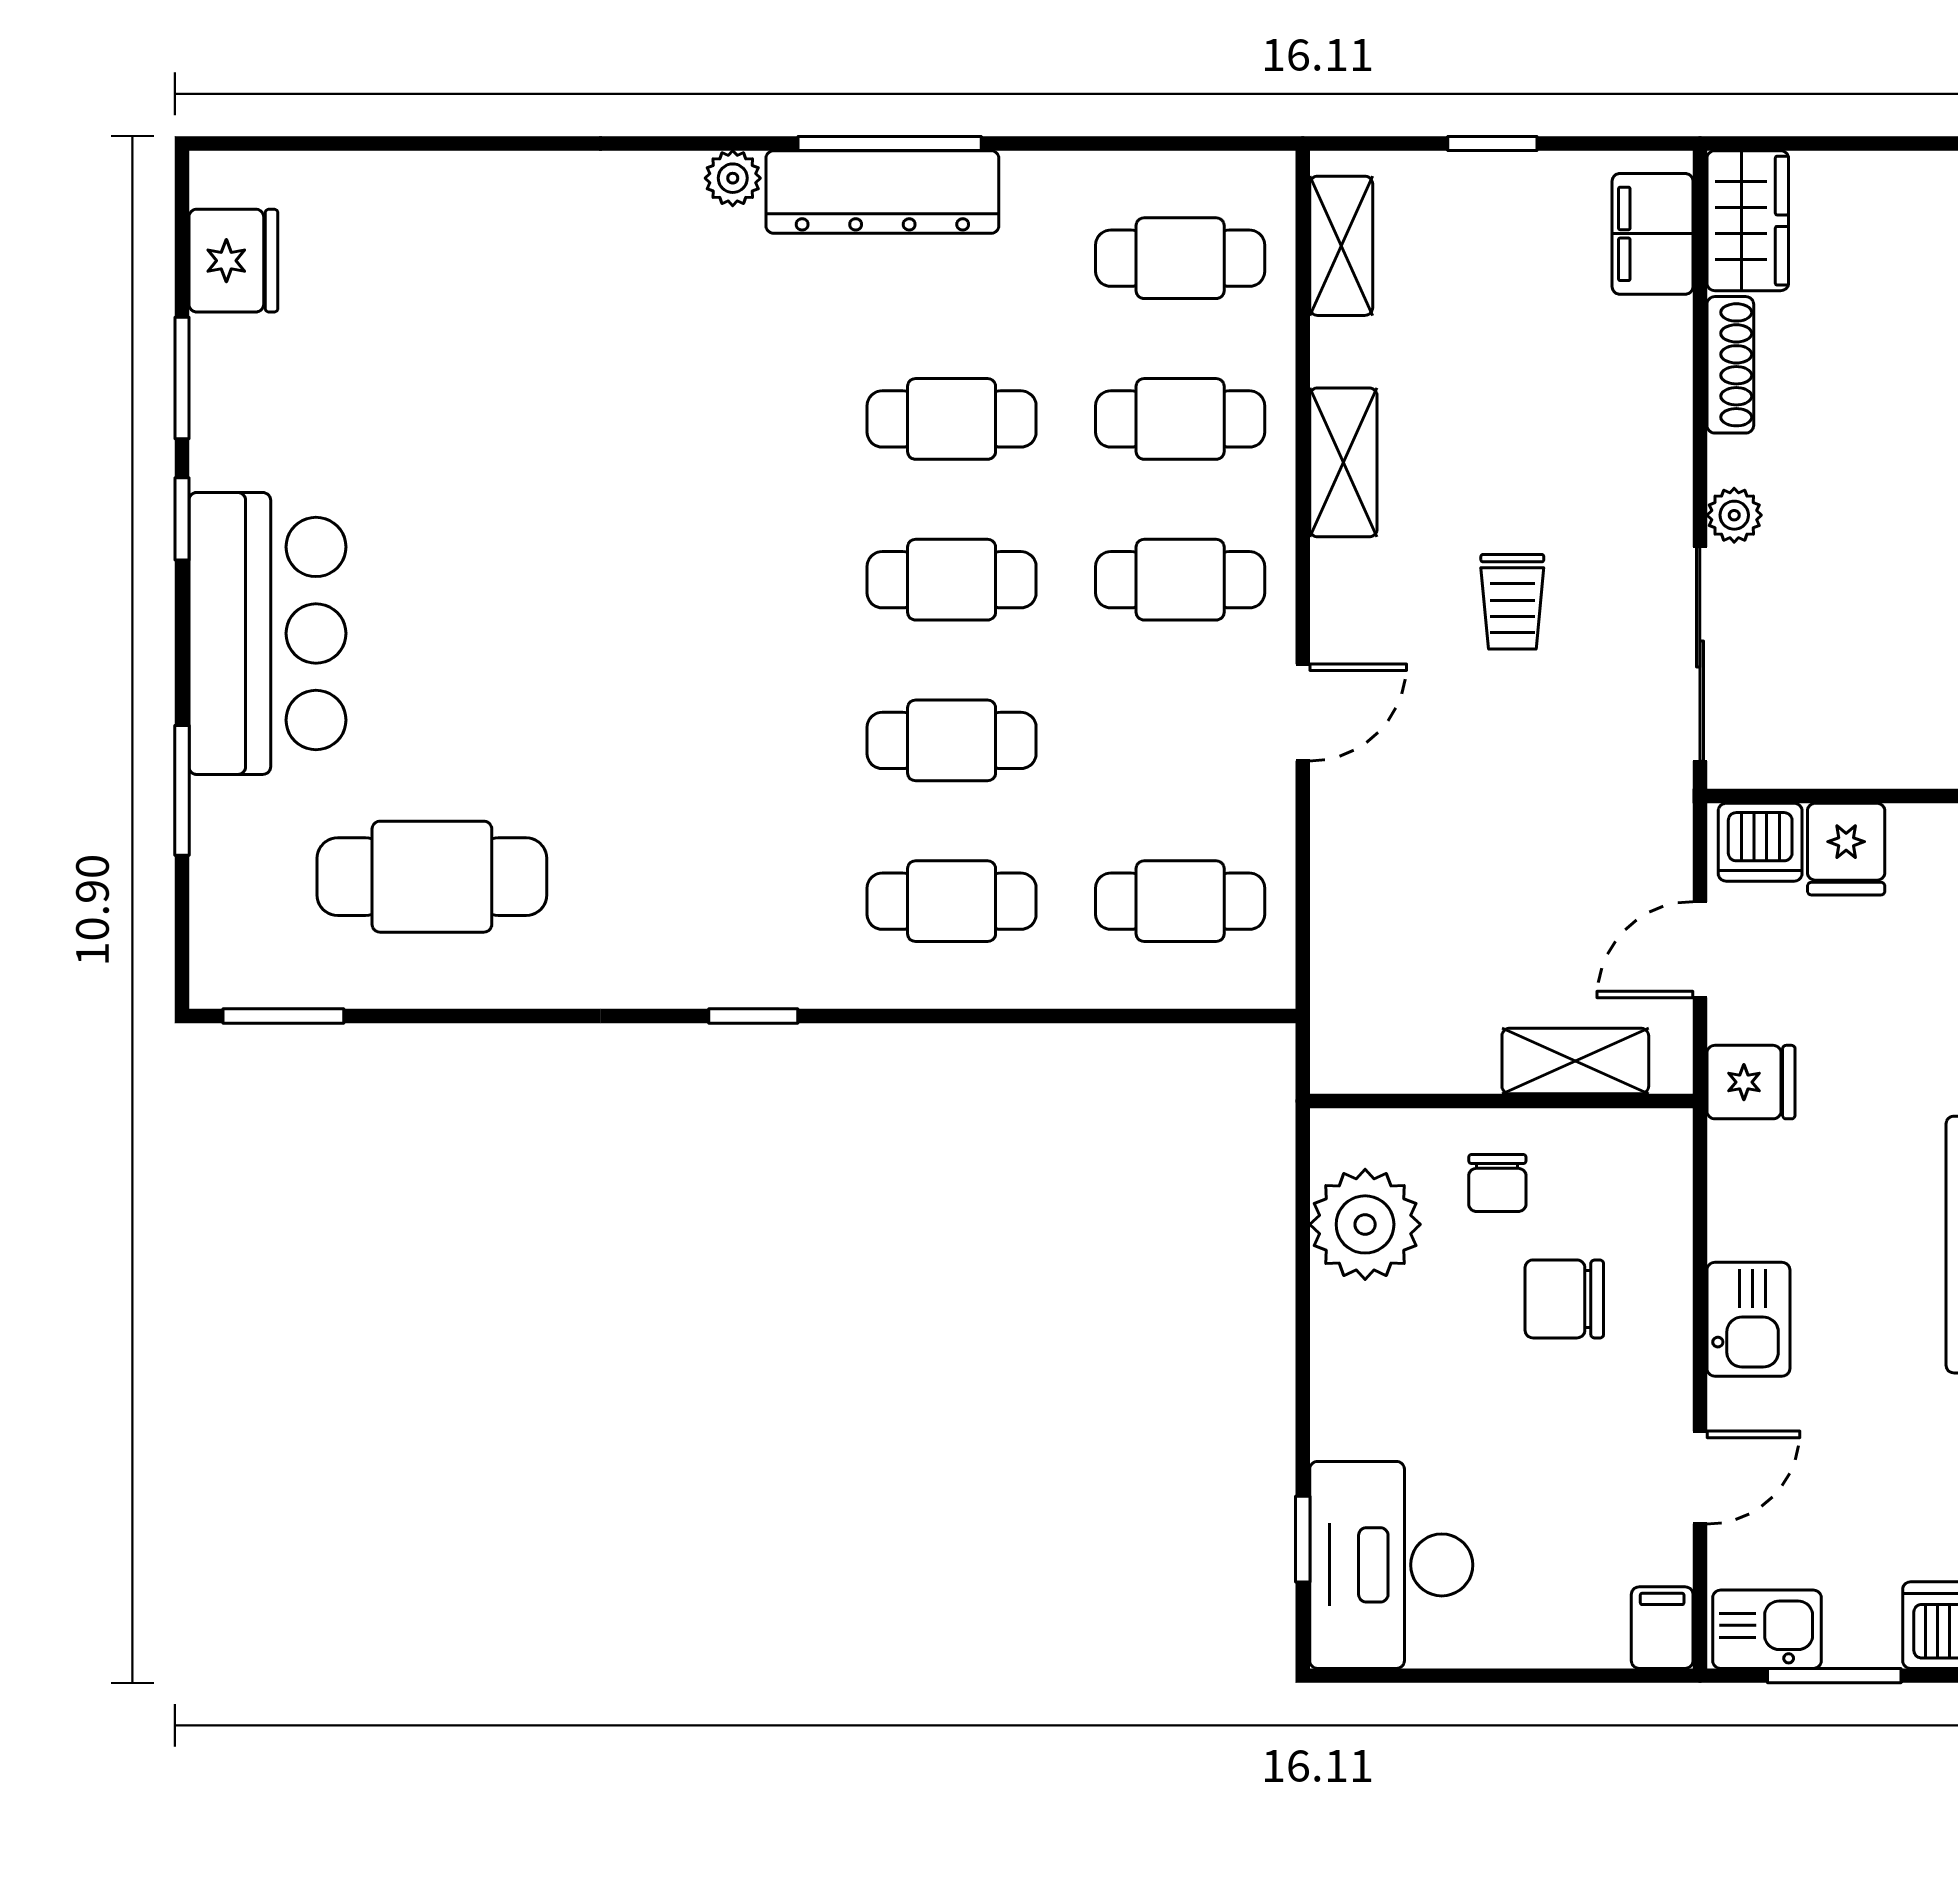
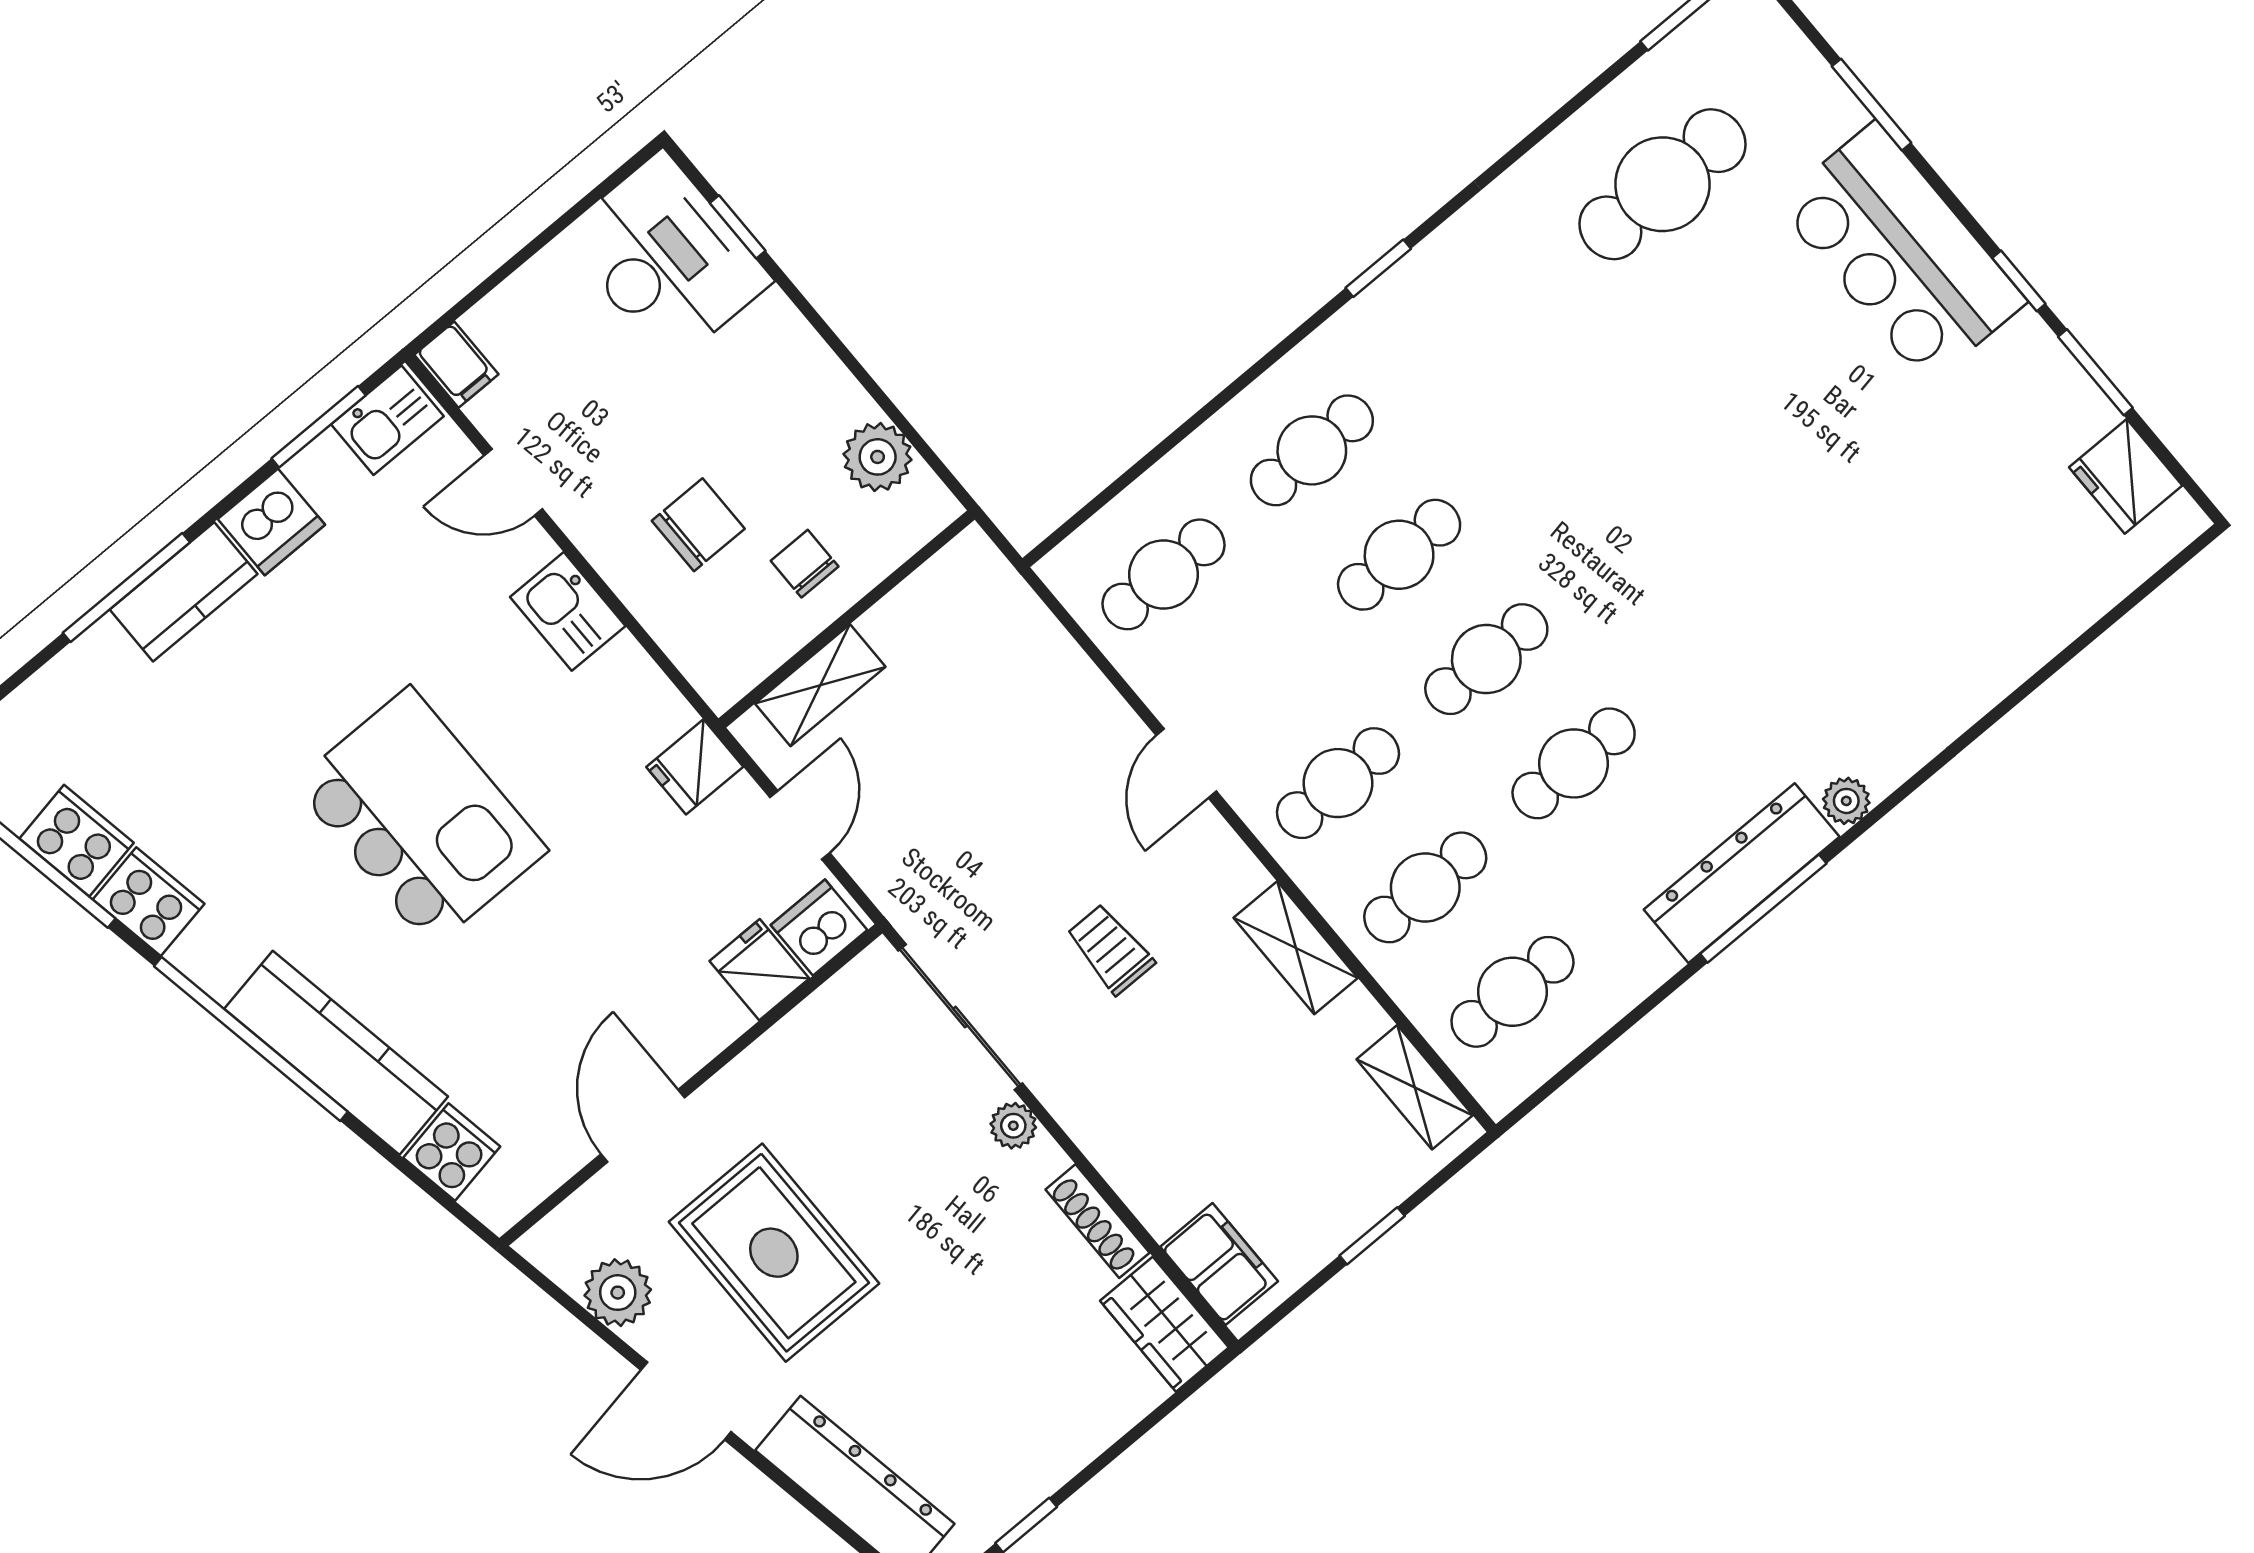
plant: (1365, 1224) -> (878, 457), width x0.73, depth x0.73
door: (1700, 1478) -> (513, 482), hinge flipped

